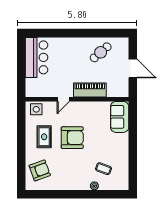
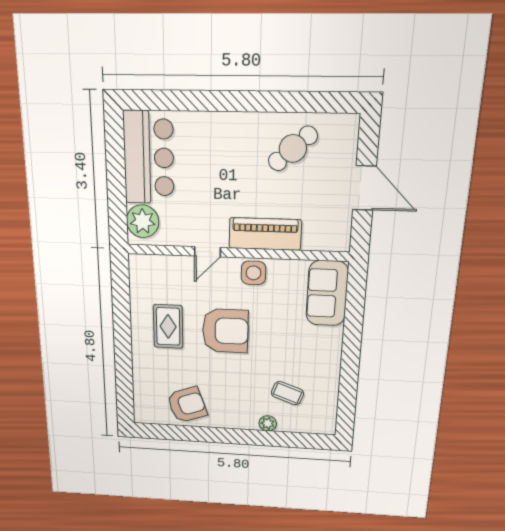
plant: (33, 86) -> (143, 221), added
side table: (36, 109) -> (254, 273), moved
armchair: (40, 170) -> (187, 405), moved

